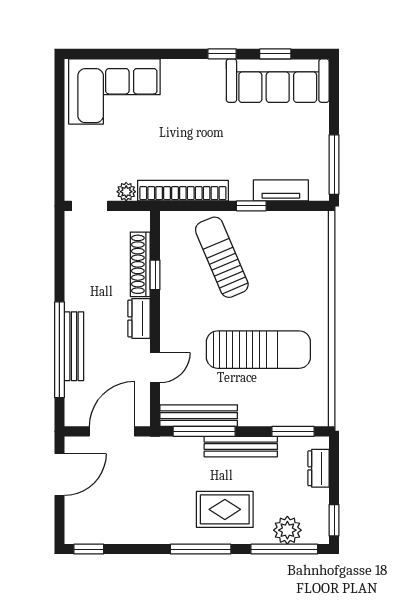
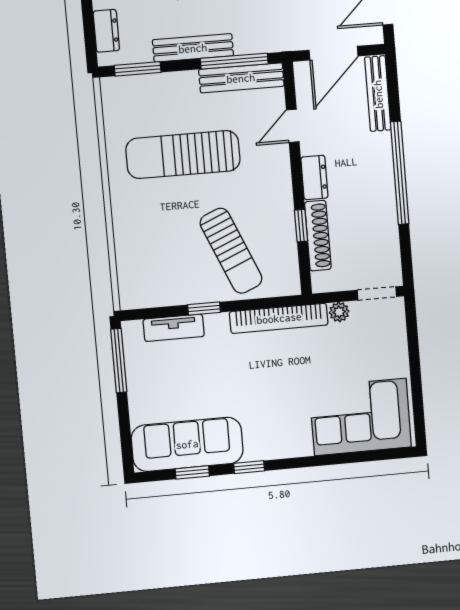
bench: (74, 346) -> (378, 94), moved
window: (59, 350) -> (400, 173), moved

